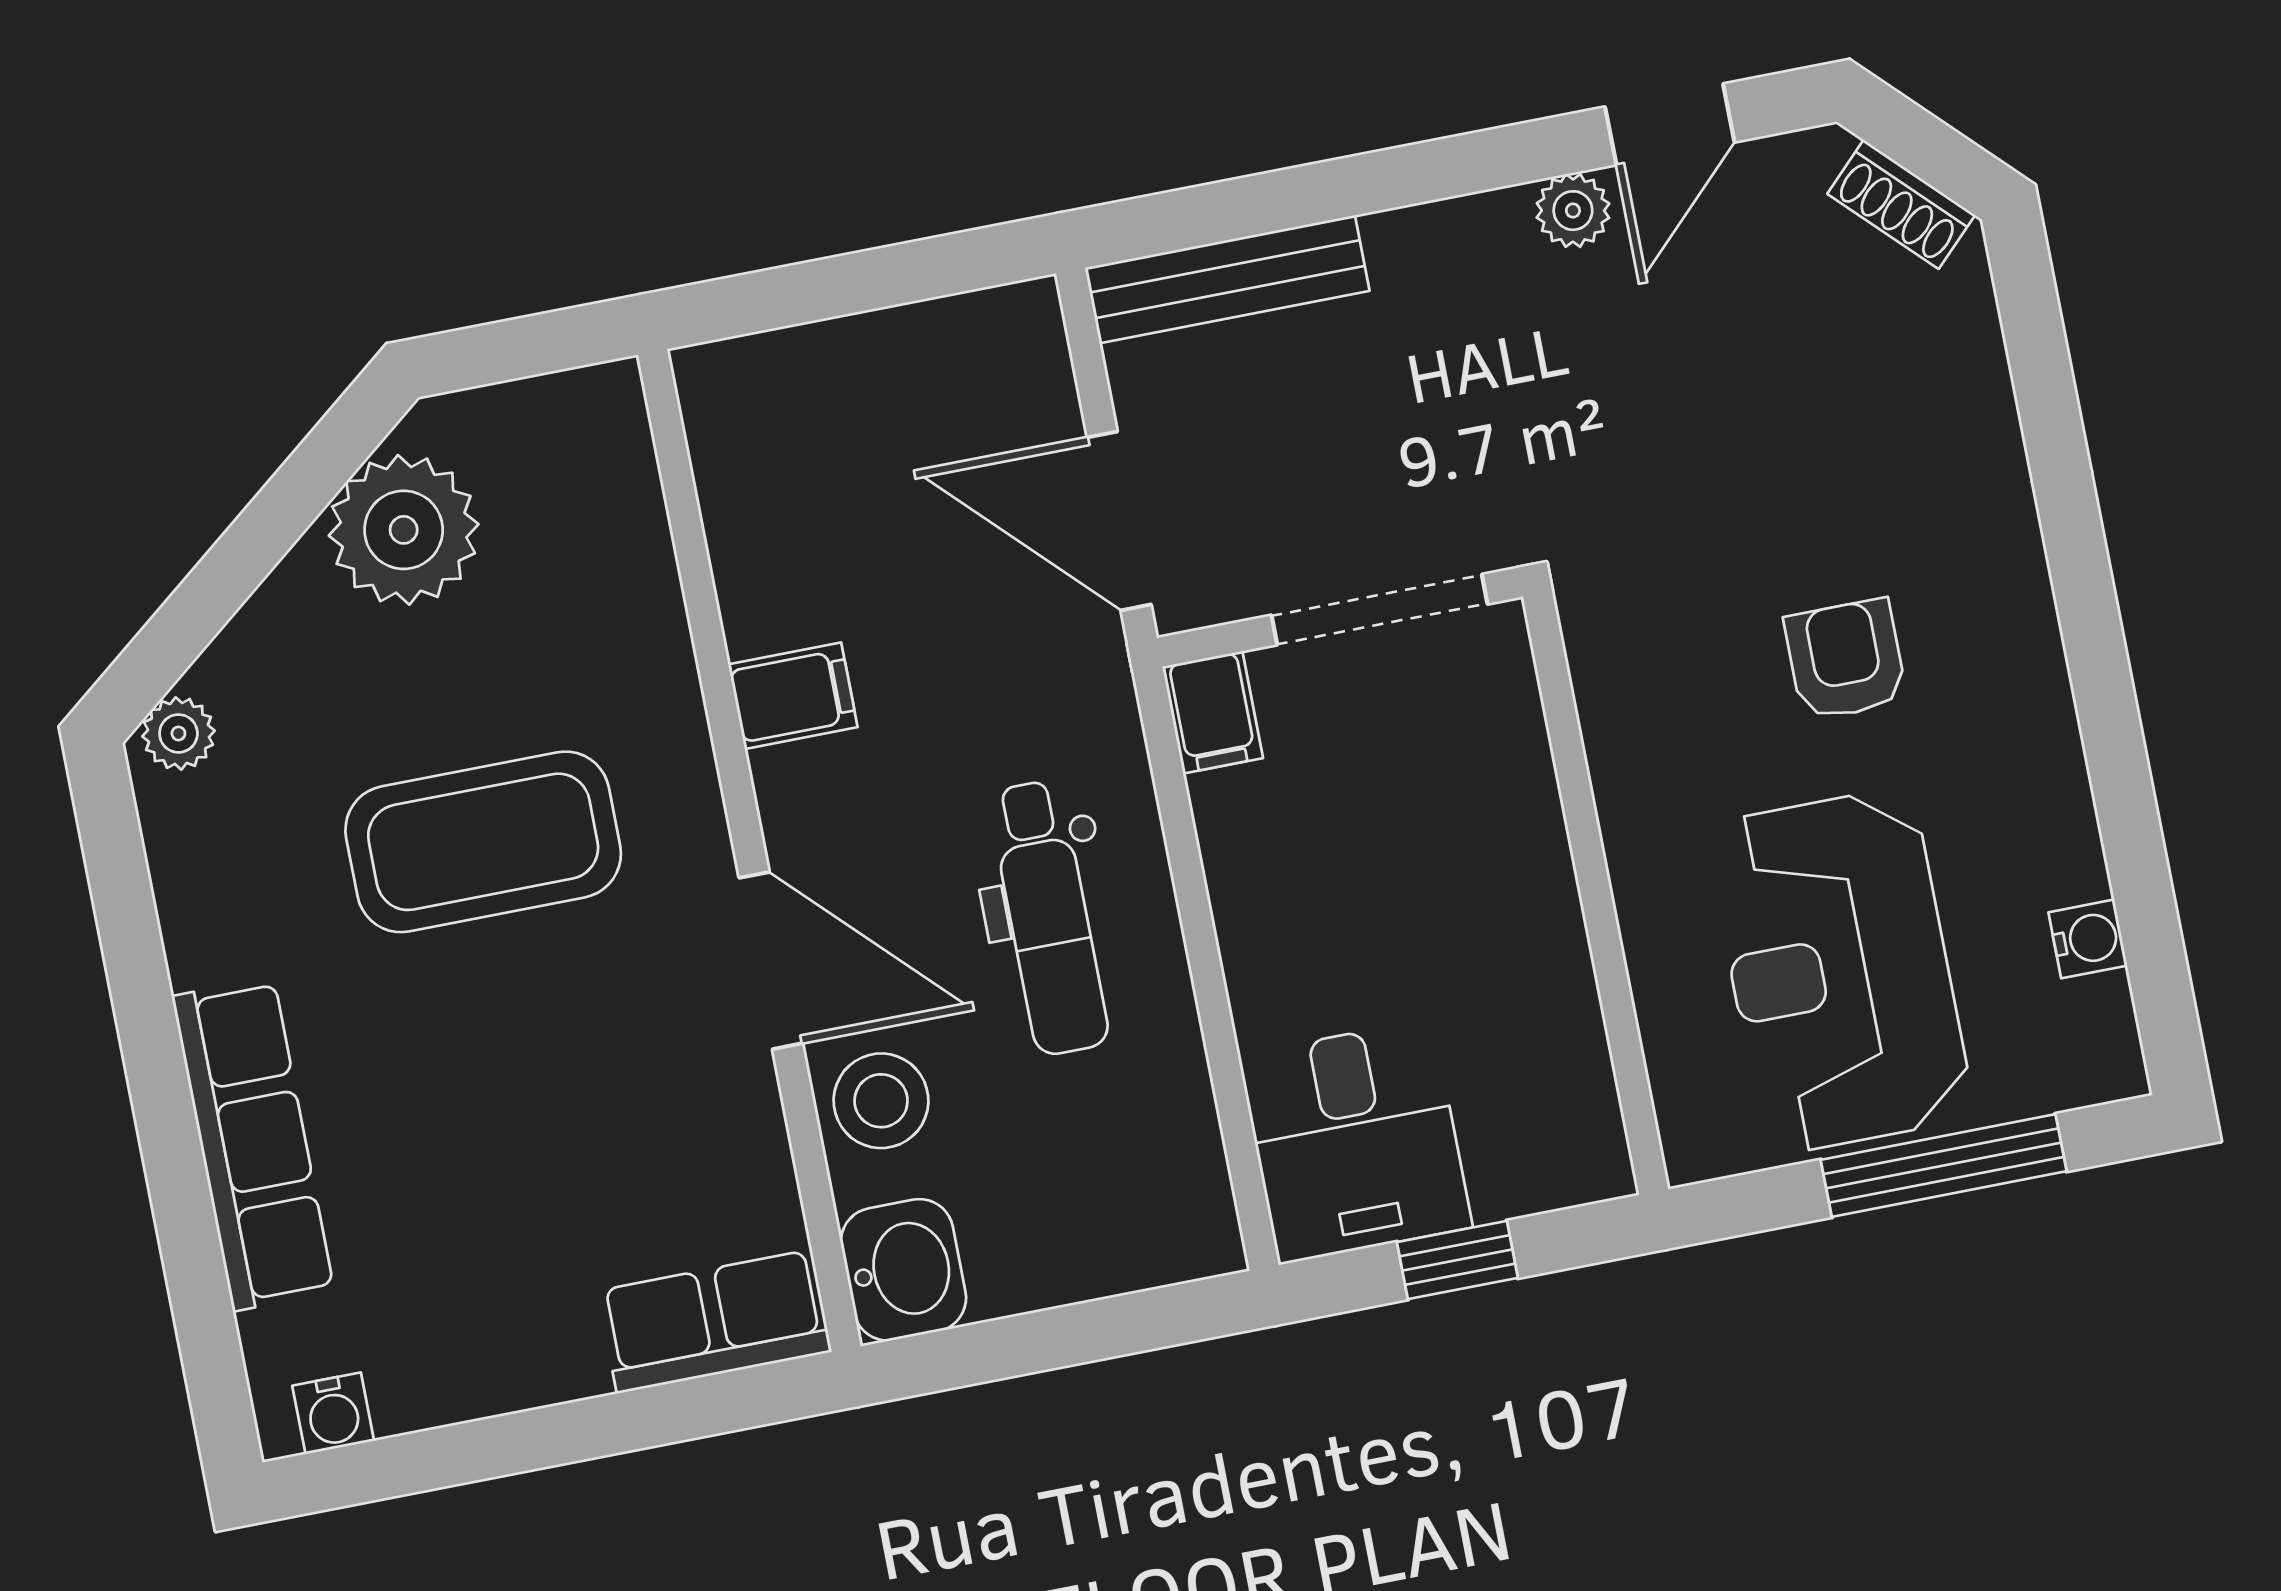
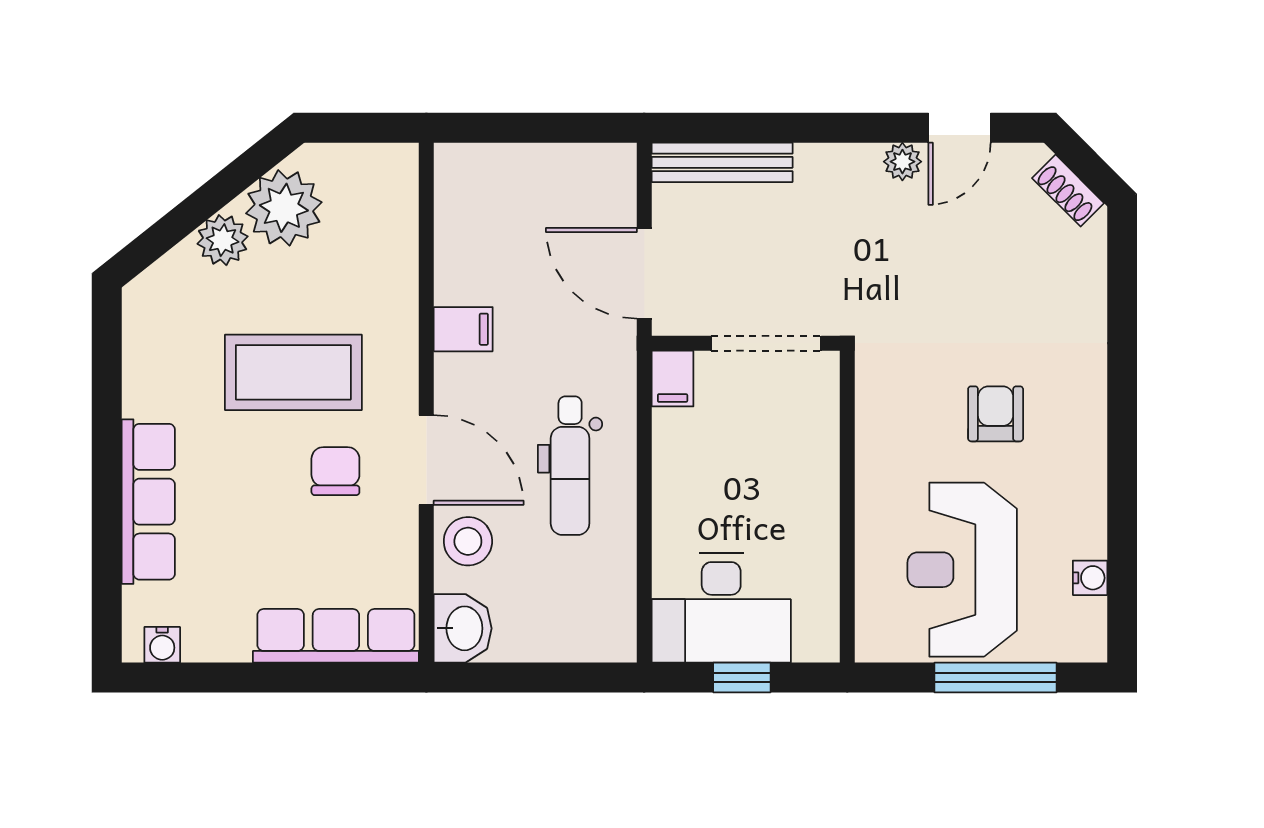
plant: (178, 733) -> (223, 240), moved, width x1.38, depth x1.38
chair: (601, 1016) -> (335, 471), added
desk: (1355, 1141) -> (721, 608), width x1.37
row of seats: (714, 1321) -> (336, 636), width x1.48

